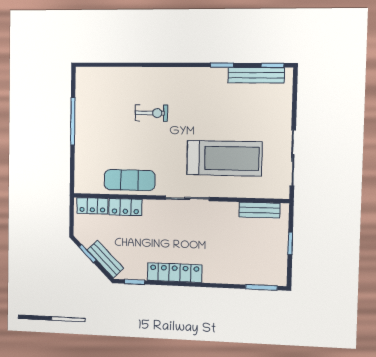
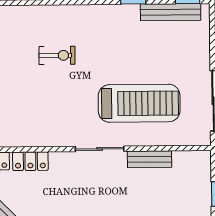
exercise mat: (130, 180) -> (34, 131), removed
bench: (259, 210) -> (150, 159), moved

